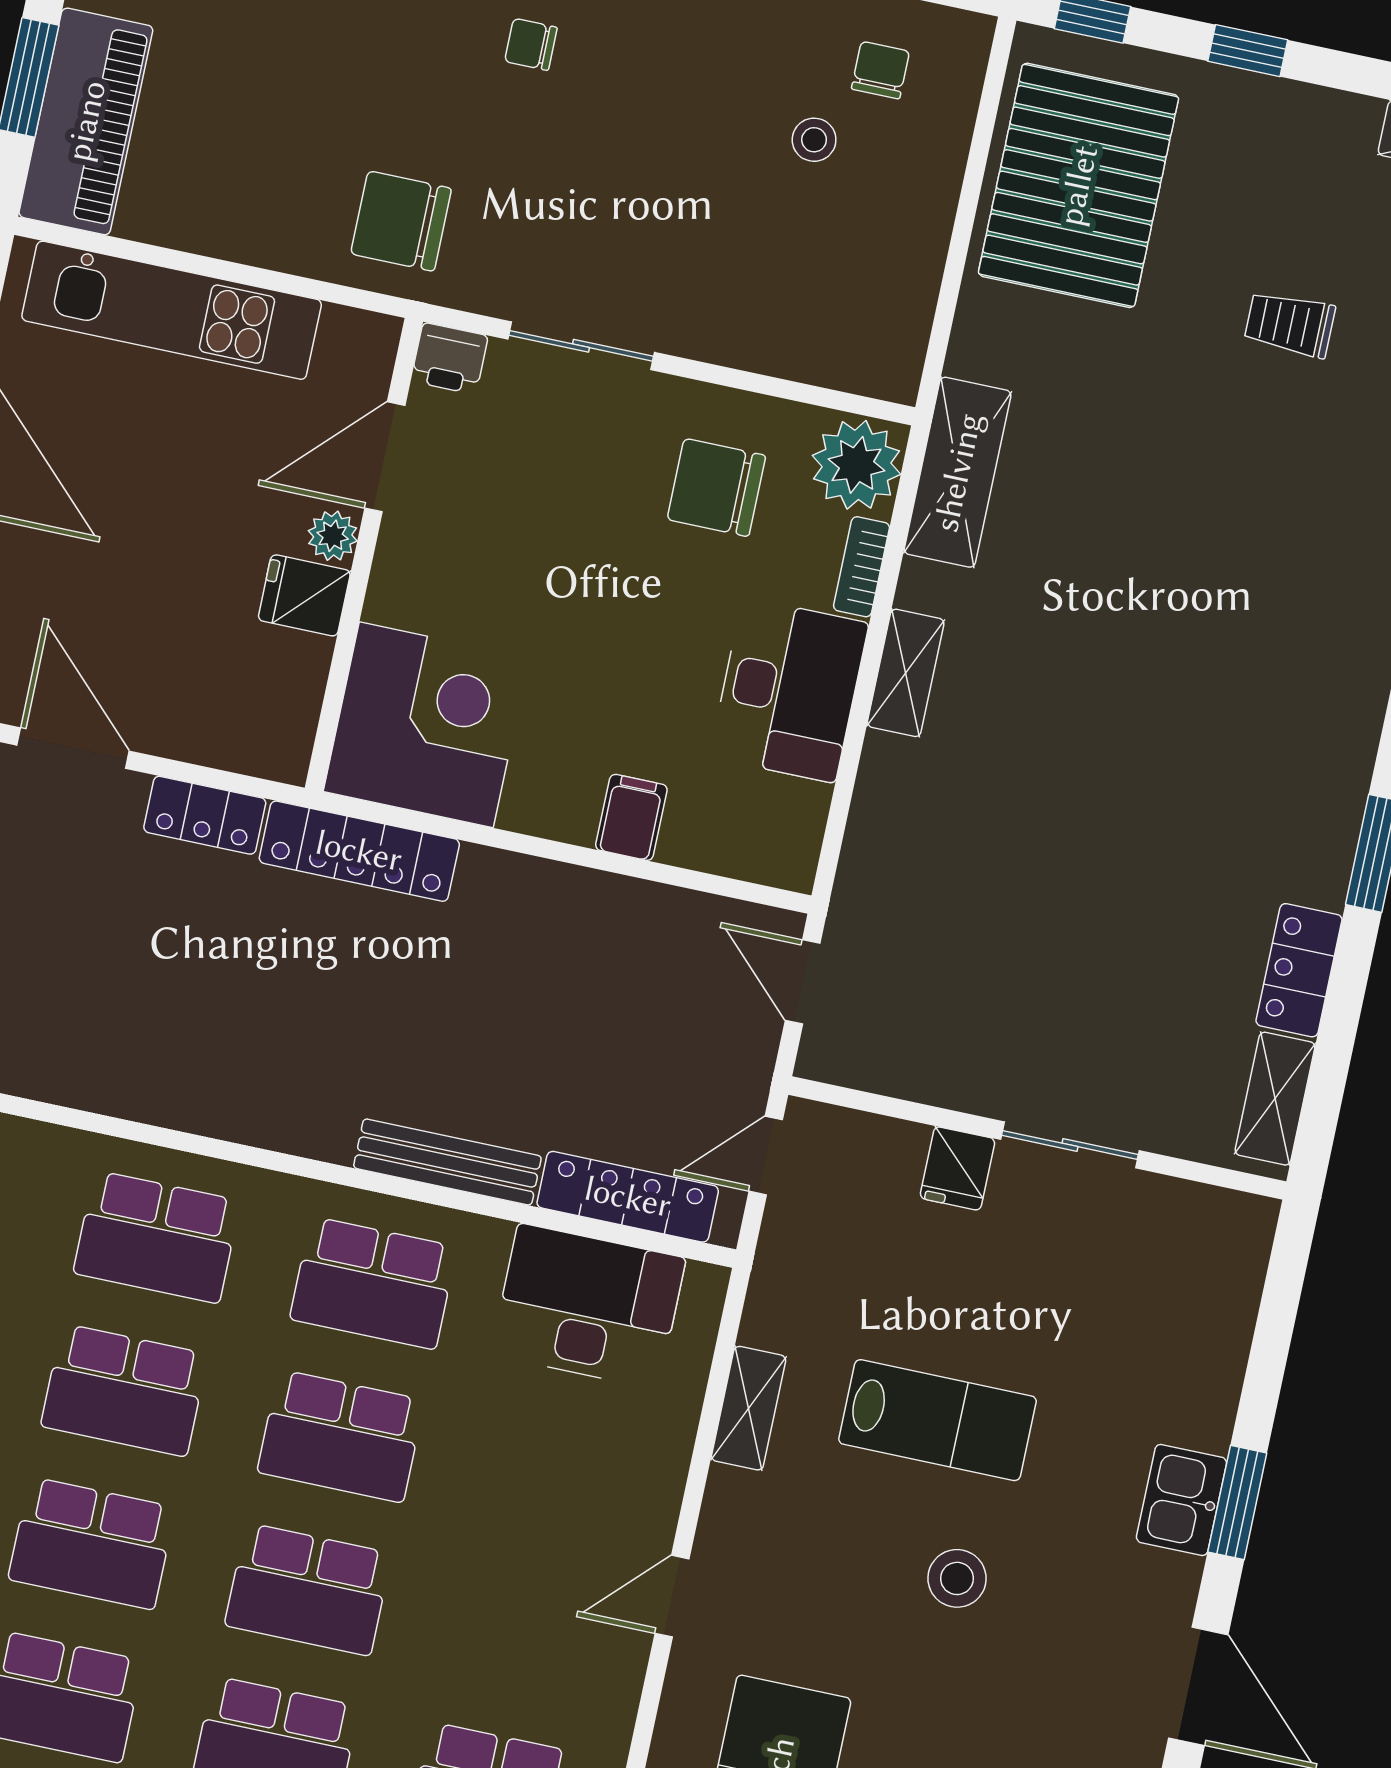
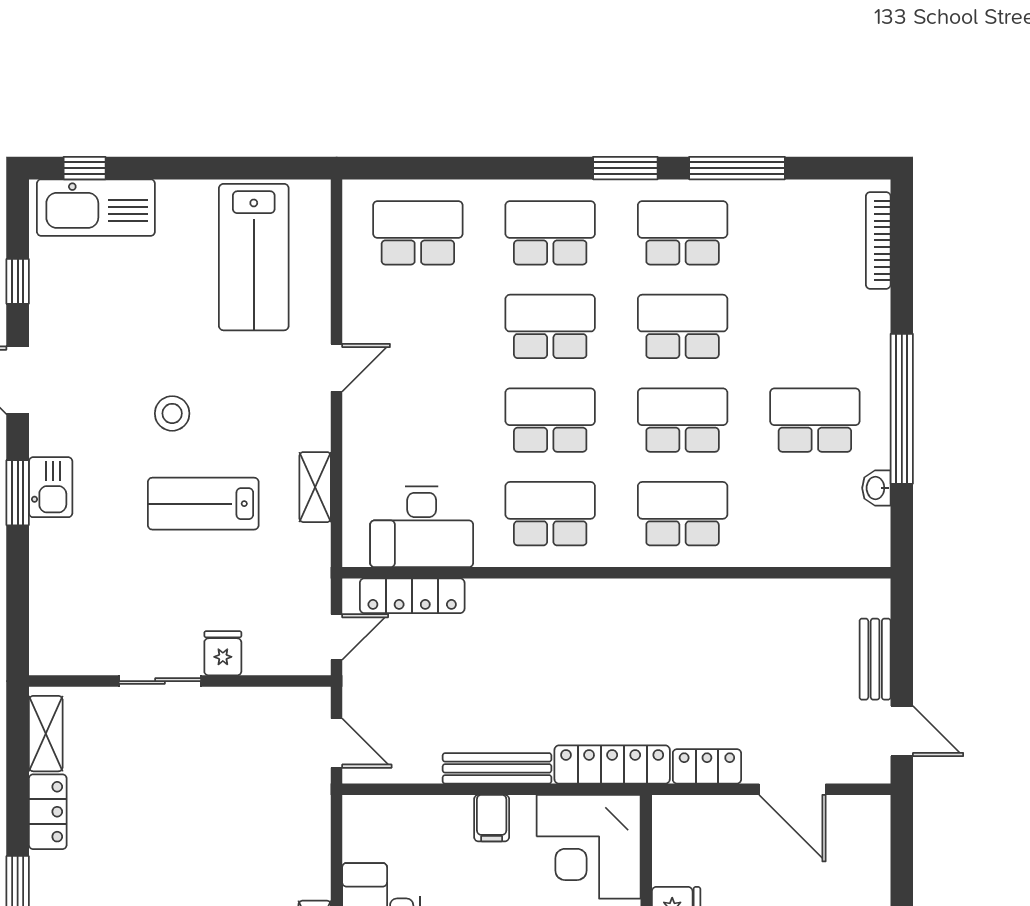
filing cabinet: (631, 817) -> (492, 818), moved
bench: (447, 1162) -> (497, 768), moved

